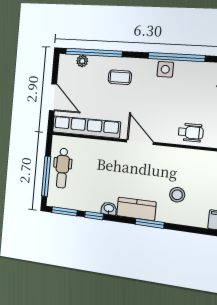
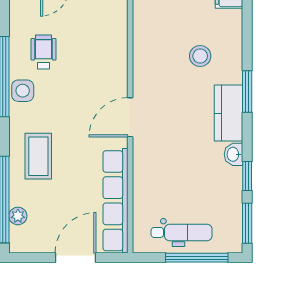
coffee table: (120, 77) -> (38, 156), width x1.36, depth x1.30
wheelchair: (191, 133) -> (43, 52), moved

